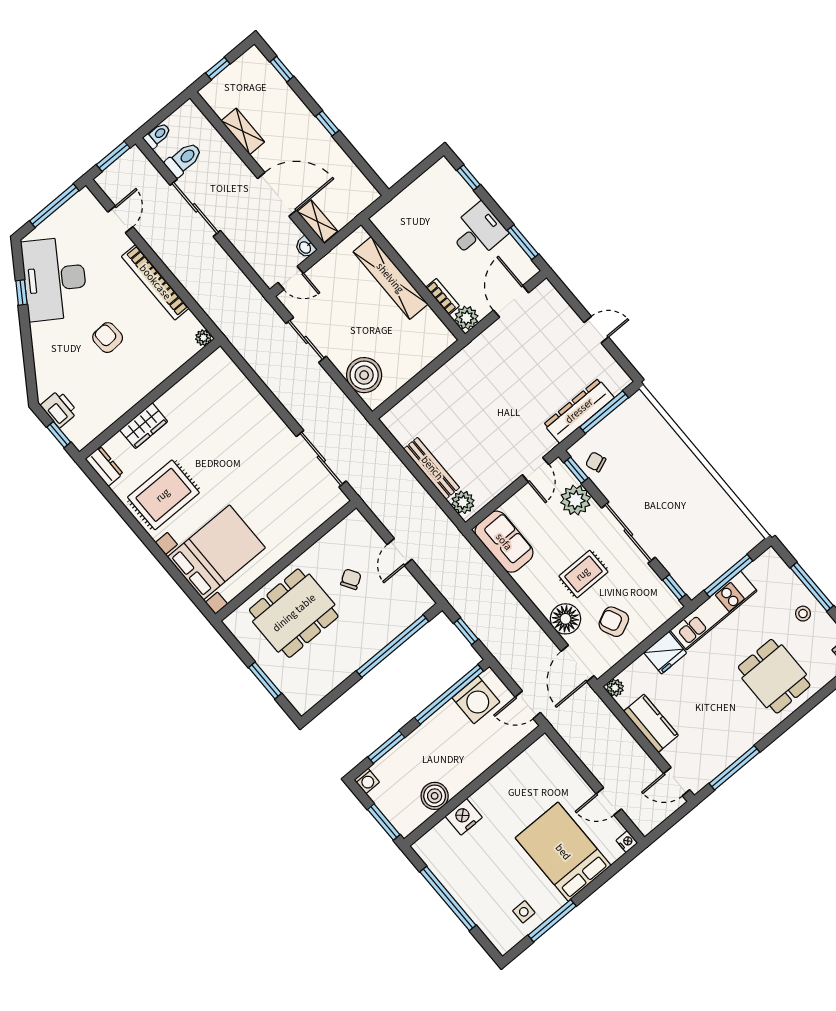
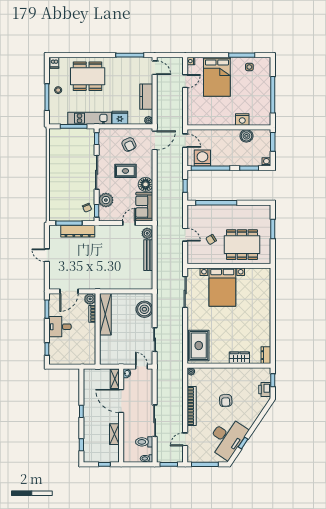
shelving: (390, 278) -> (105, 314), moved
door: (536, 470) -> (129, 223), moved
rug: (163, 495) -> (199, 345), moved, turned 90
bed with nightstands: (216, 552) -> (222, 287), moved, turned -90
door: (399, 552) -> (185, 235), hinge flipped
floor lamp: (565, 619) -> (146, 184), moved
dining table: (774, 676) -> (88, 76), width x1.38
door: (609, 801) -> (185, 81), hinge flipped

